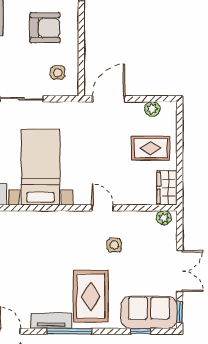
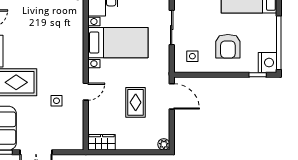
plant: (152, 109) -> (164, 144), moved
rug: (151, 148) -> (136, 102), moved
plant: (164, 218) -> (78, 140), removed

